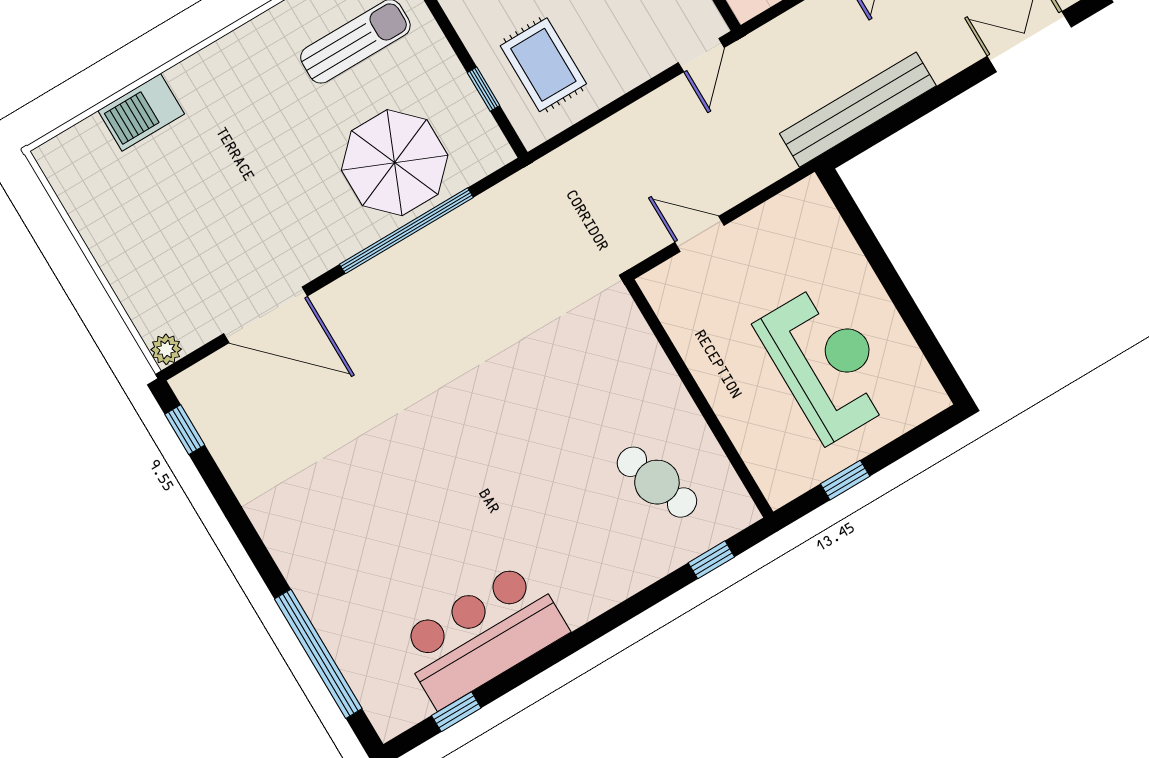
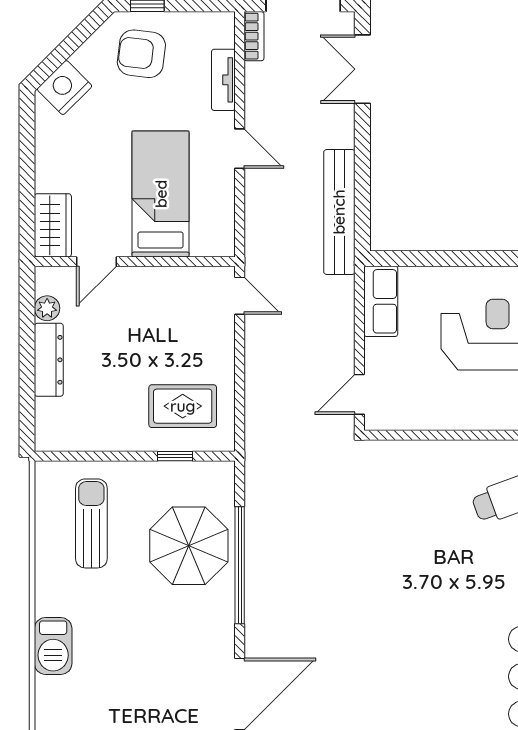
barbecue: (141, 112) -> (53, 646), moved
row of seats: (787, 213) -> (381, 301), added
door: (699, 234) -> (359, 394), moved

